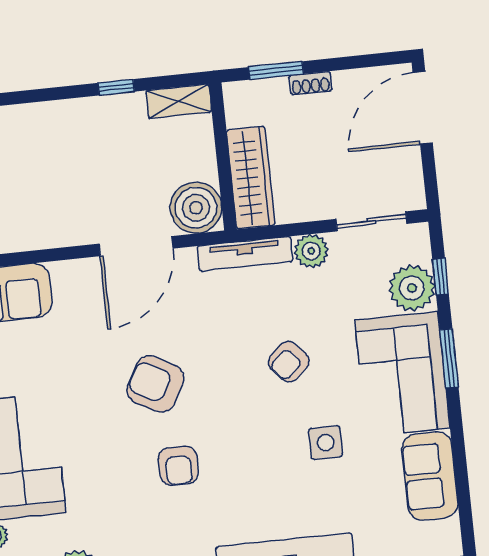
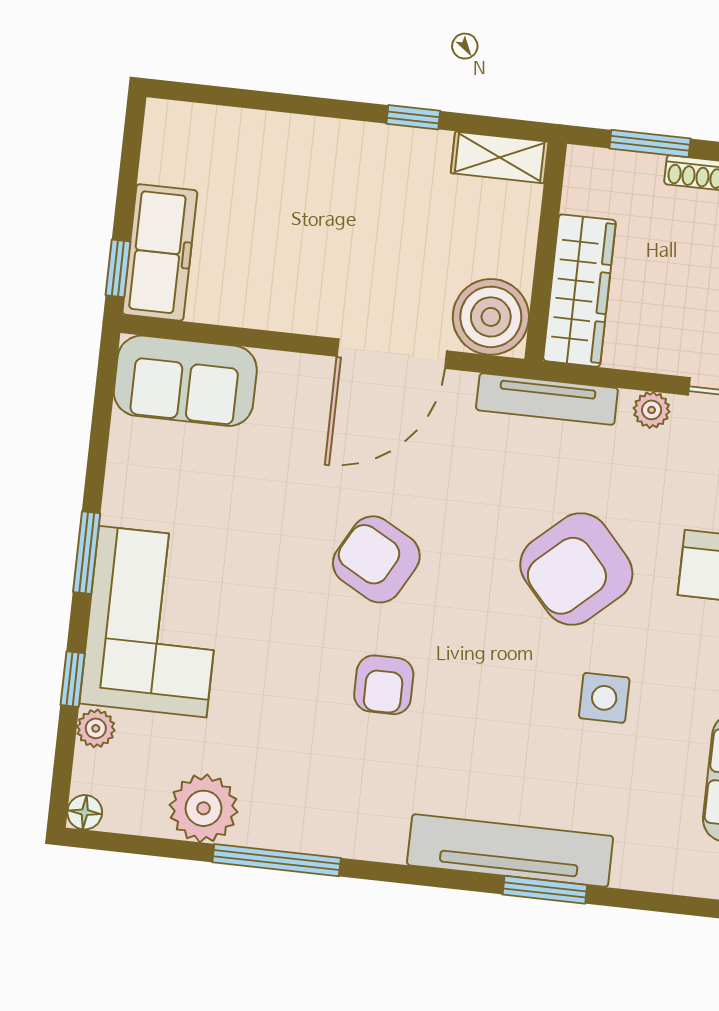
plant: (311, 251) -> (652, 410), width x0.73, depth x0.73
armchair: (289, 362) -> (576, 569), width x1.88, depth x1.88

